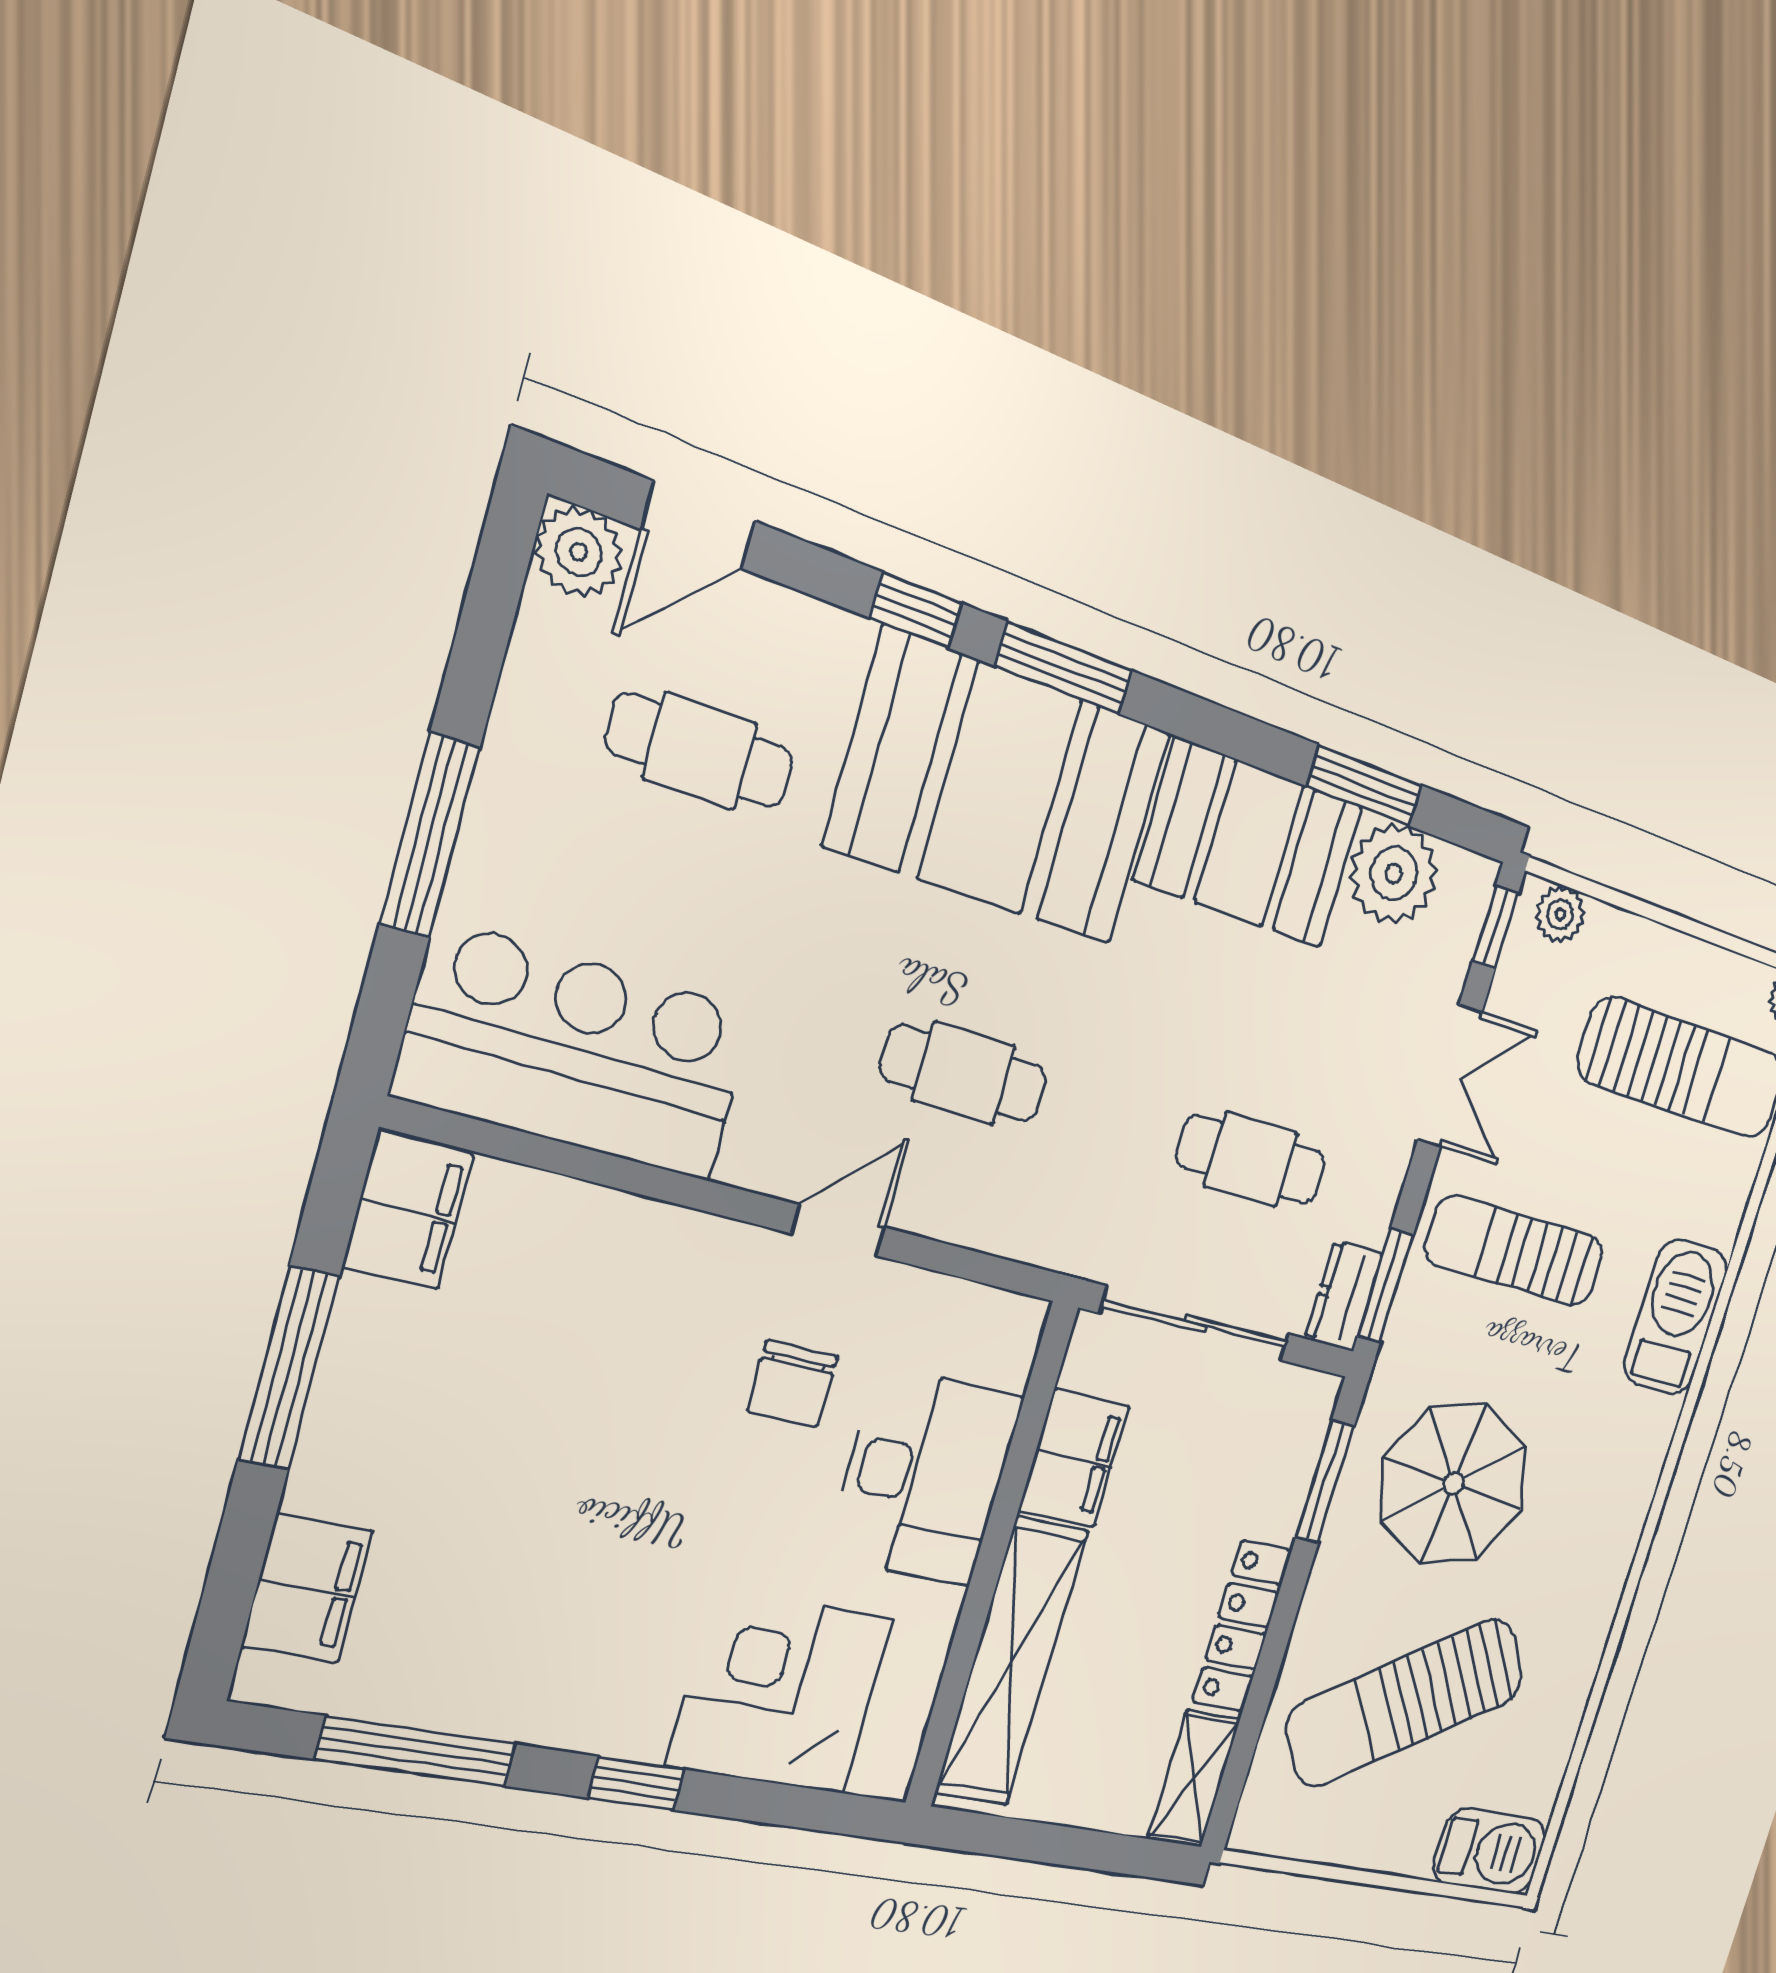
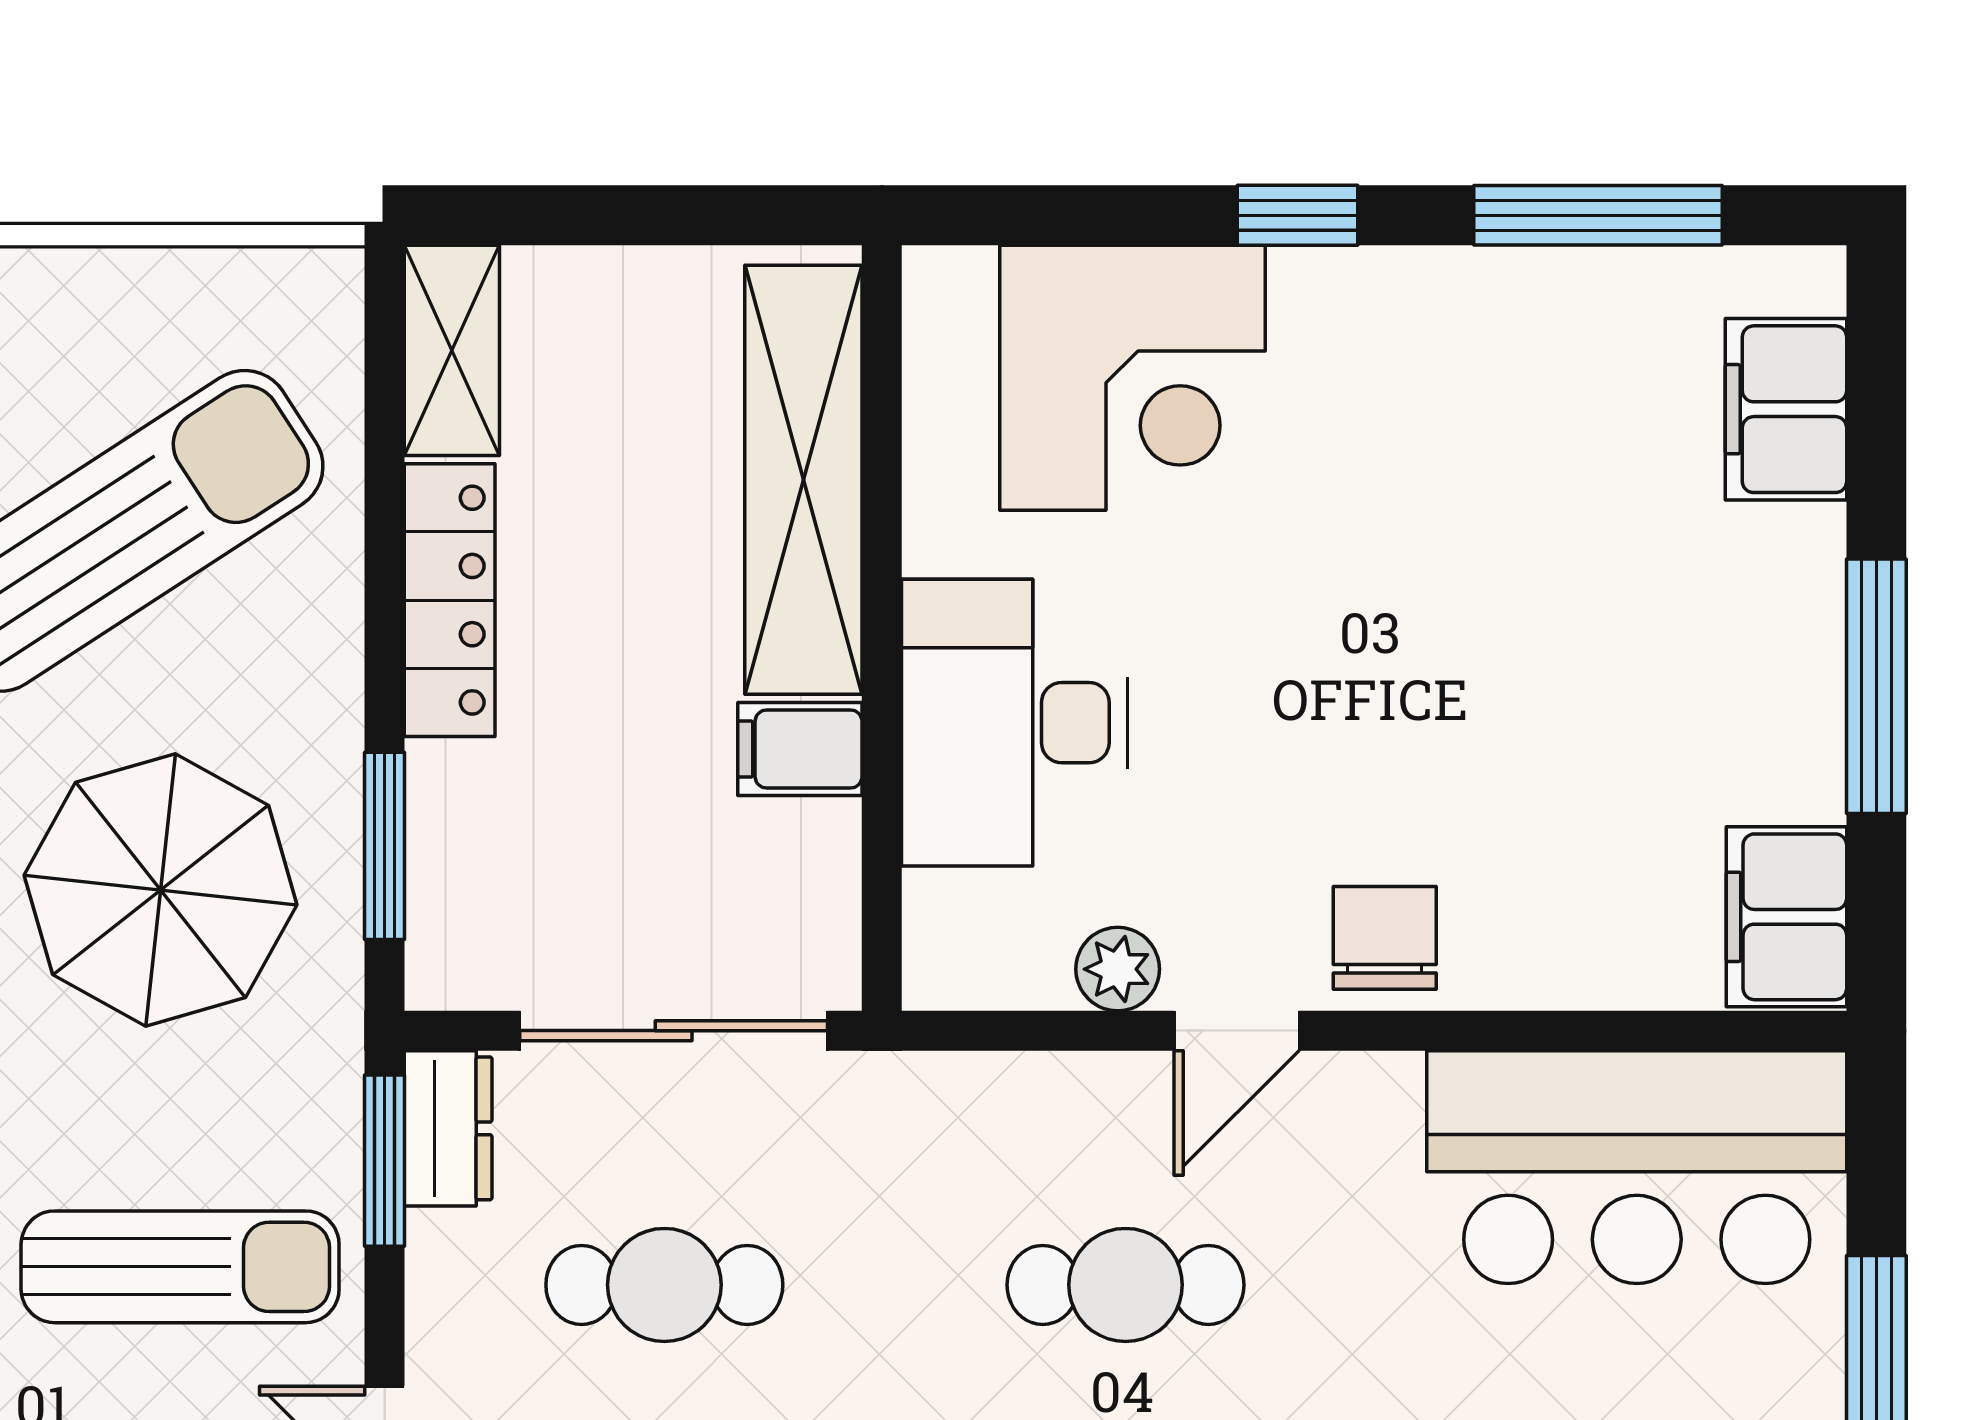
plant: (906, 1294) -> (1118, 969), added
chair: (792, 1384) -> (1385, 938), moved
filing cabinet: (1074, 1458) -> (800, 749), width x0.50

